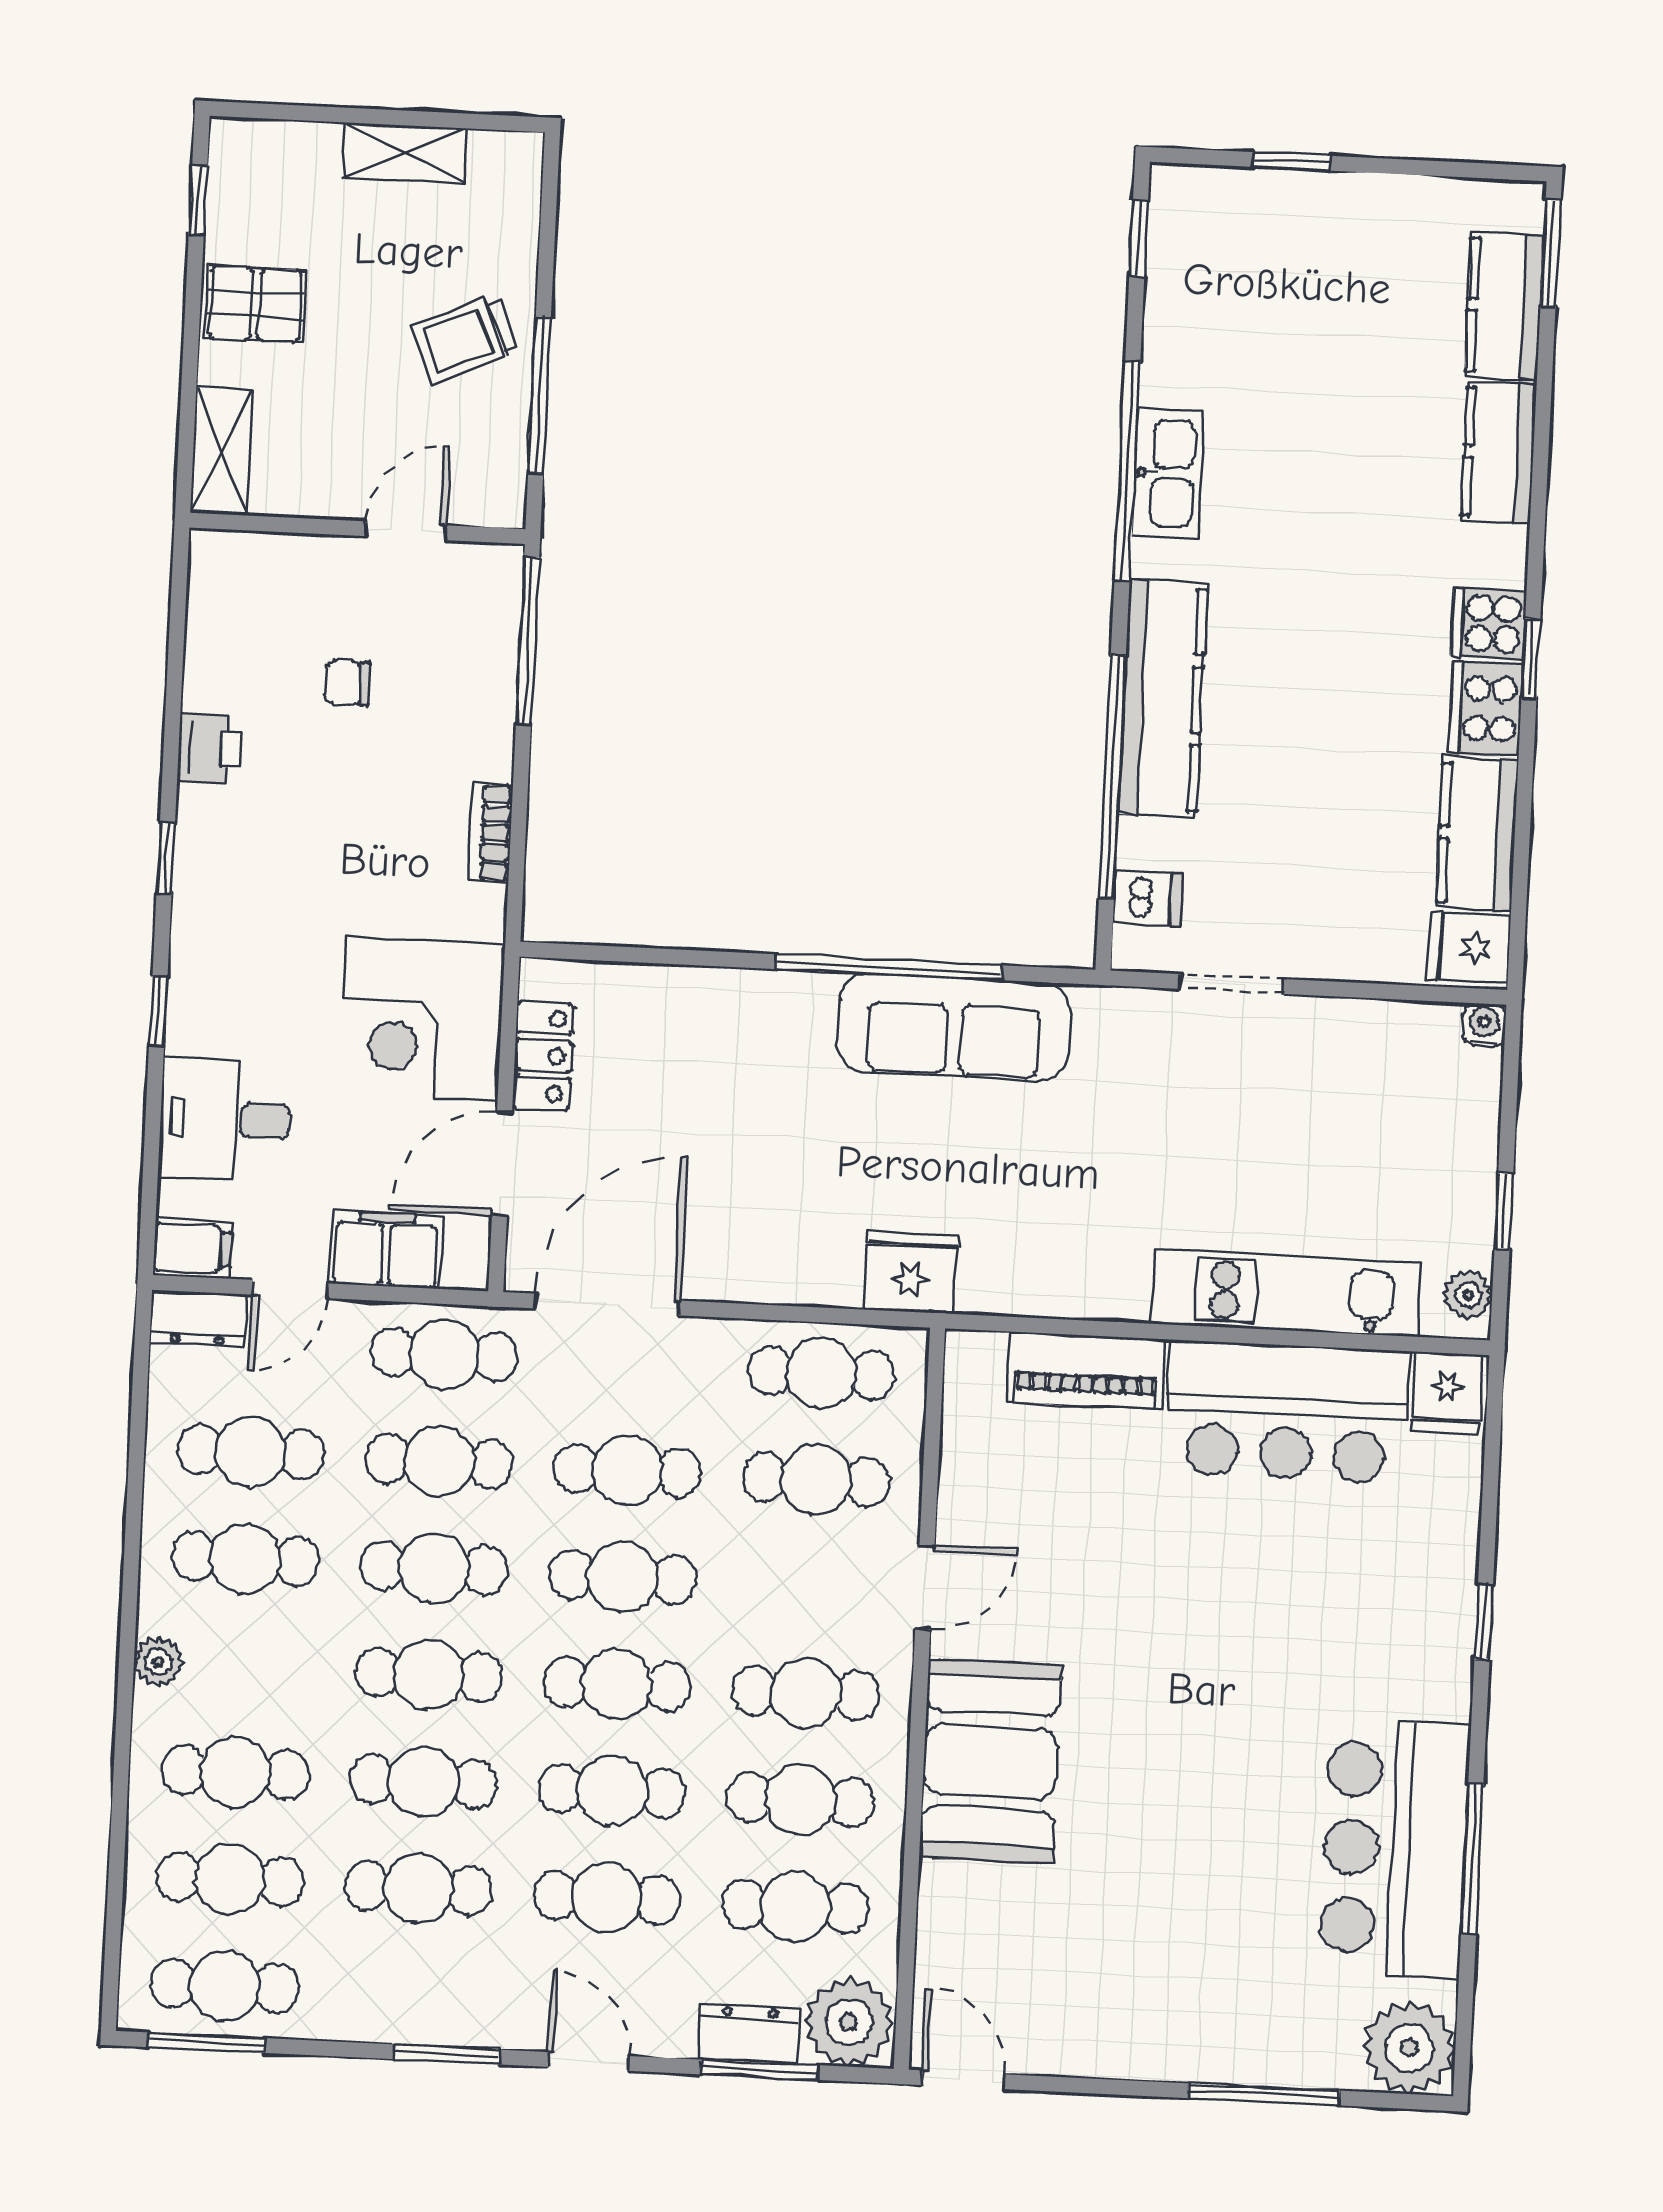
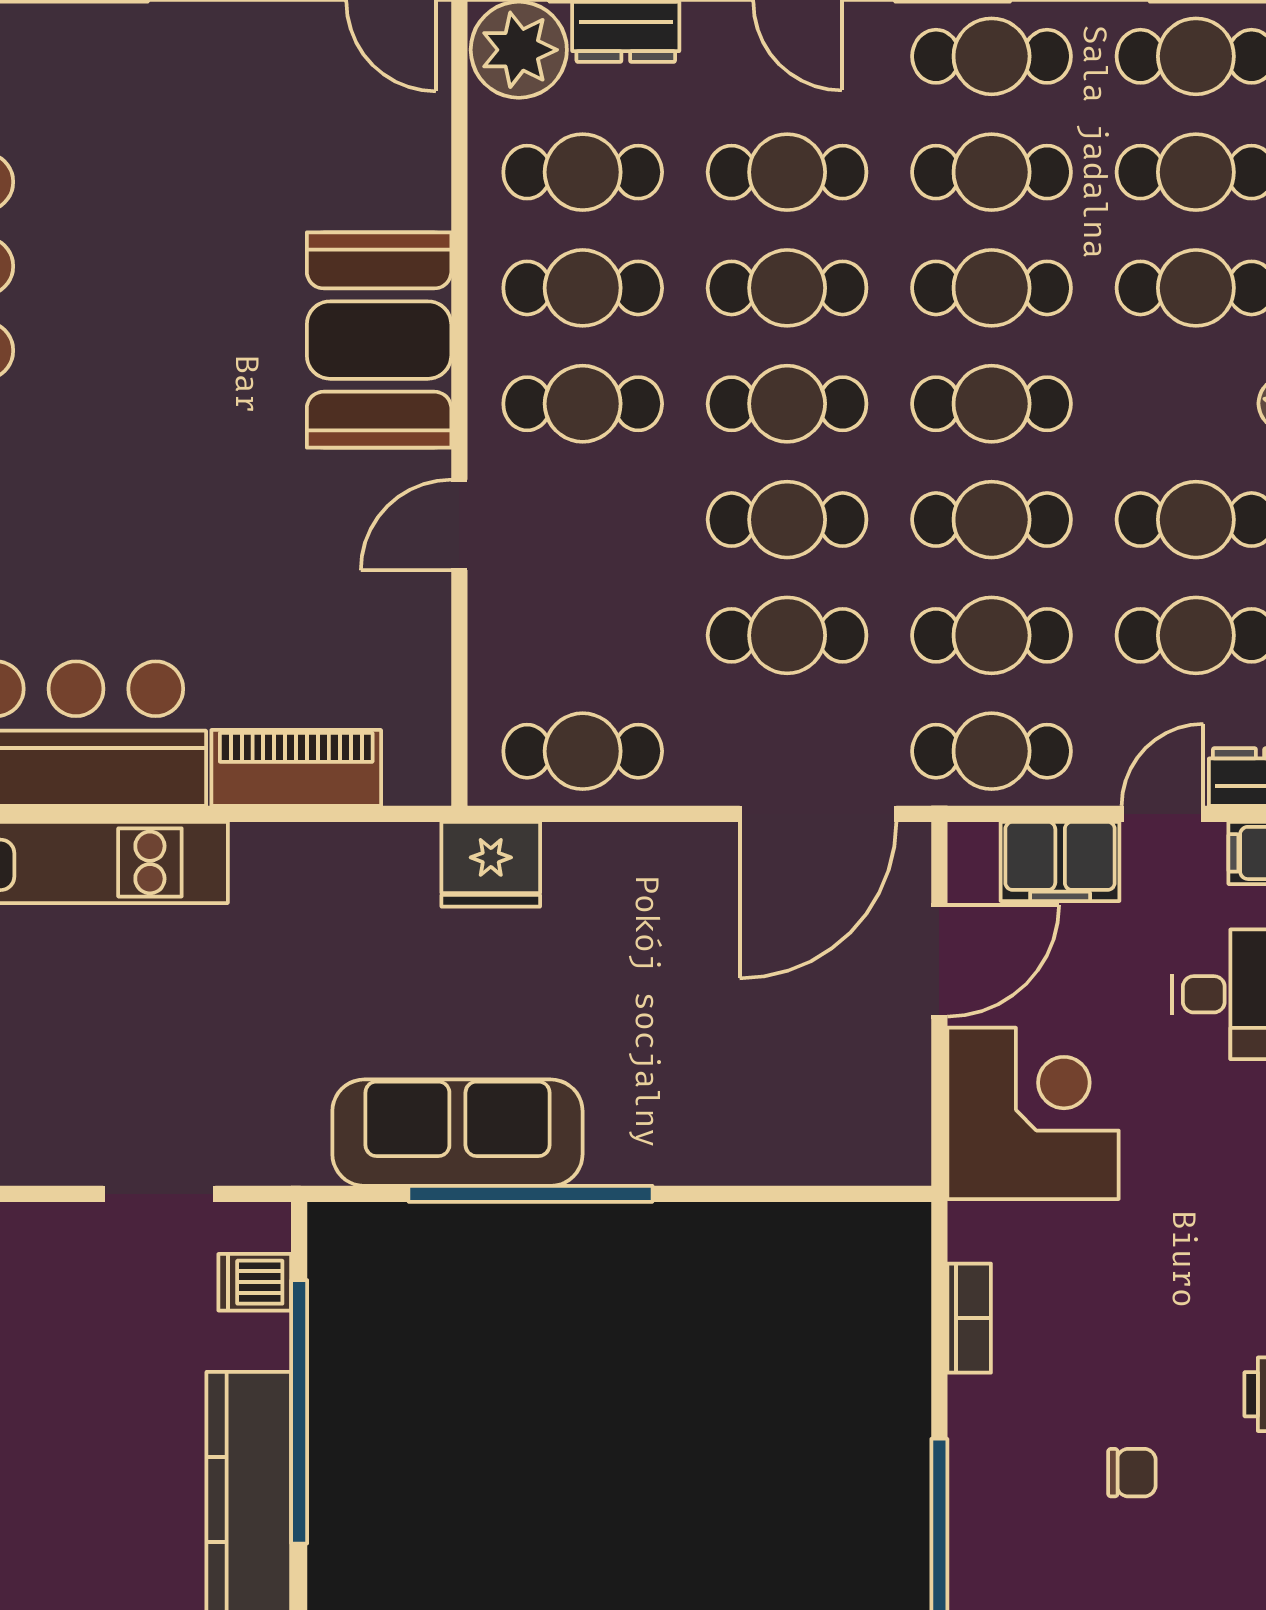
locker: (543, 1056) -> (901, 1080), removed
cafe table: (816, 1480) -> (992, 56), moved

